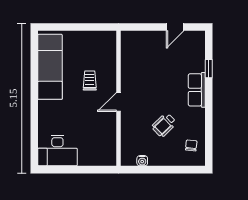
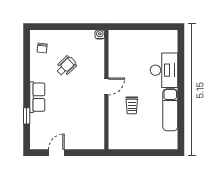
exam couch: (50, 67) -> (170, 110), width x0.73, depth x0.69
desk: (57, 151) -> (164, 70), moved, turned 90
water cooler: (142, 161) -> (100, 34), moved

